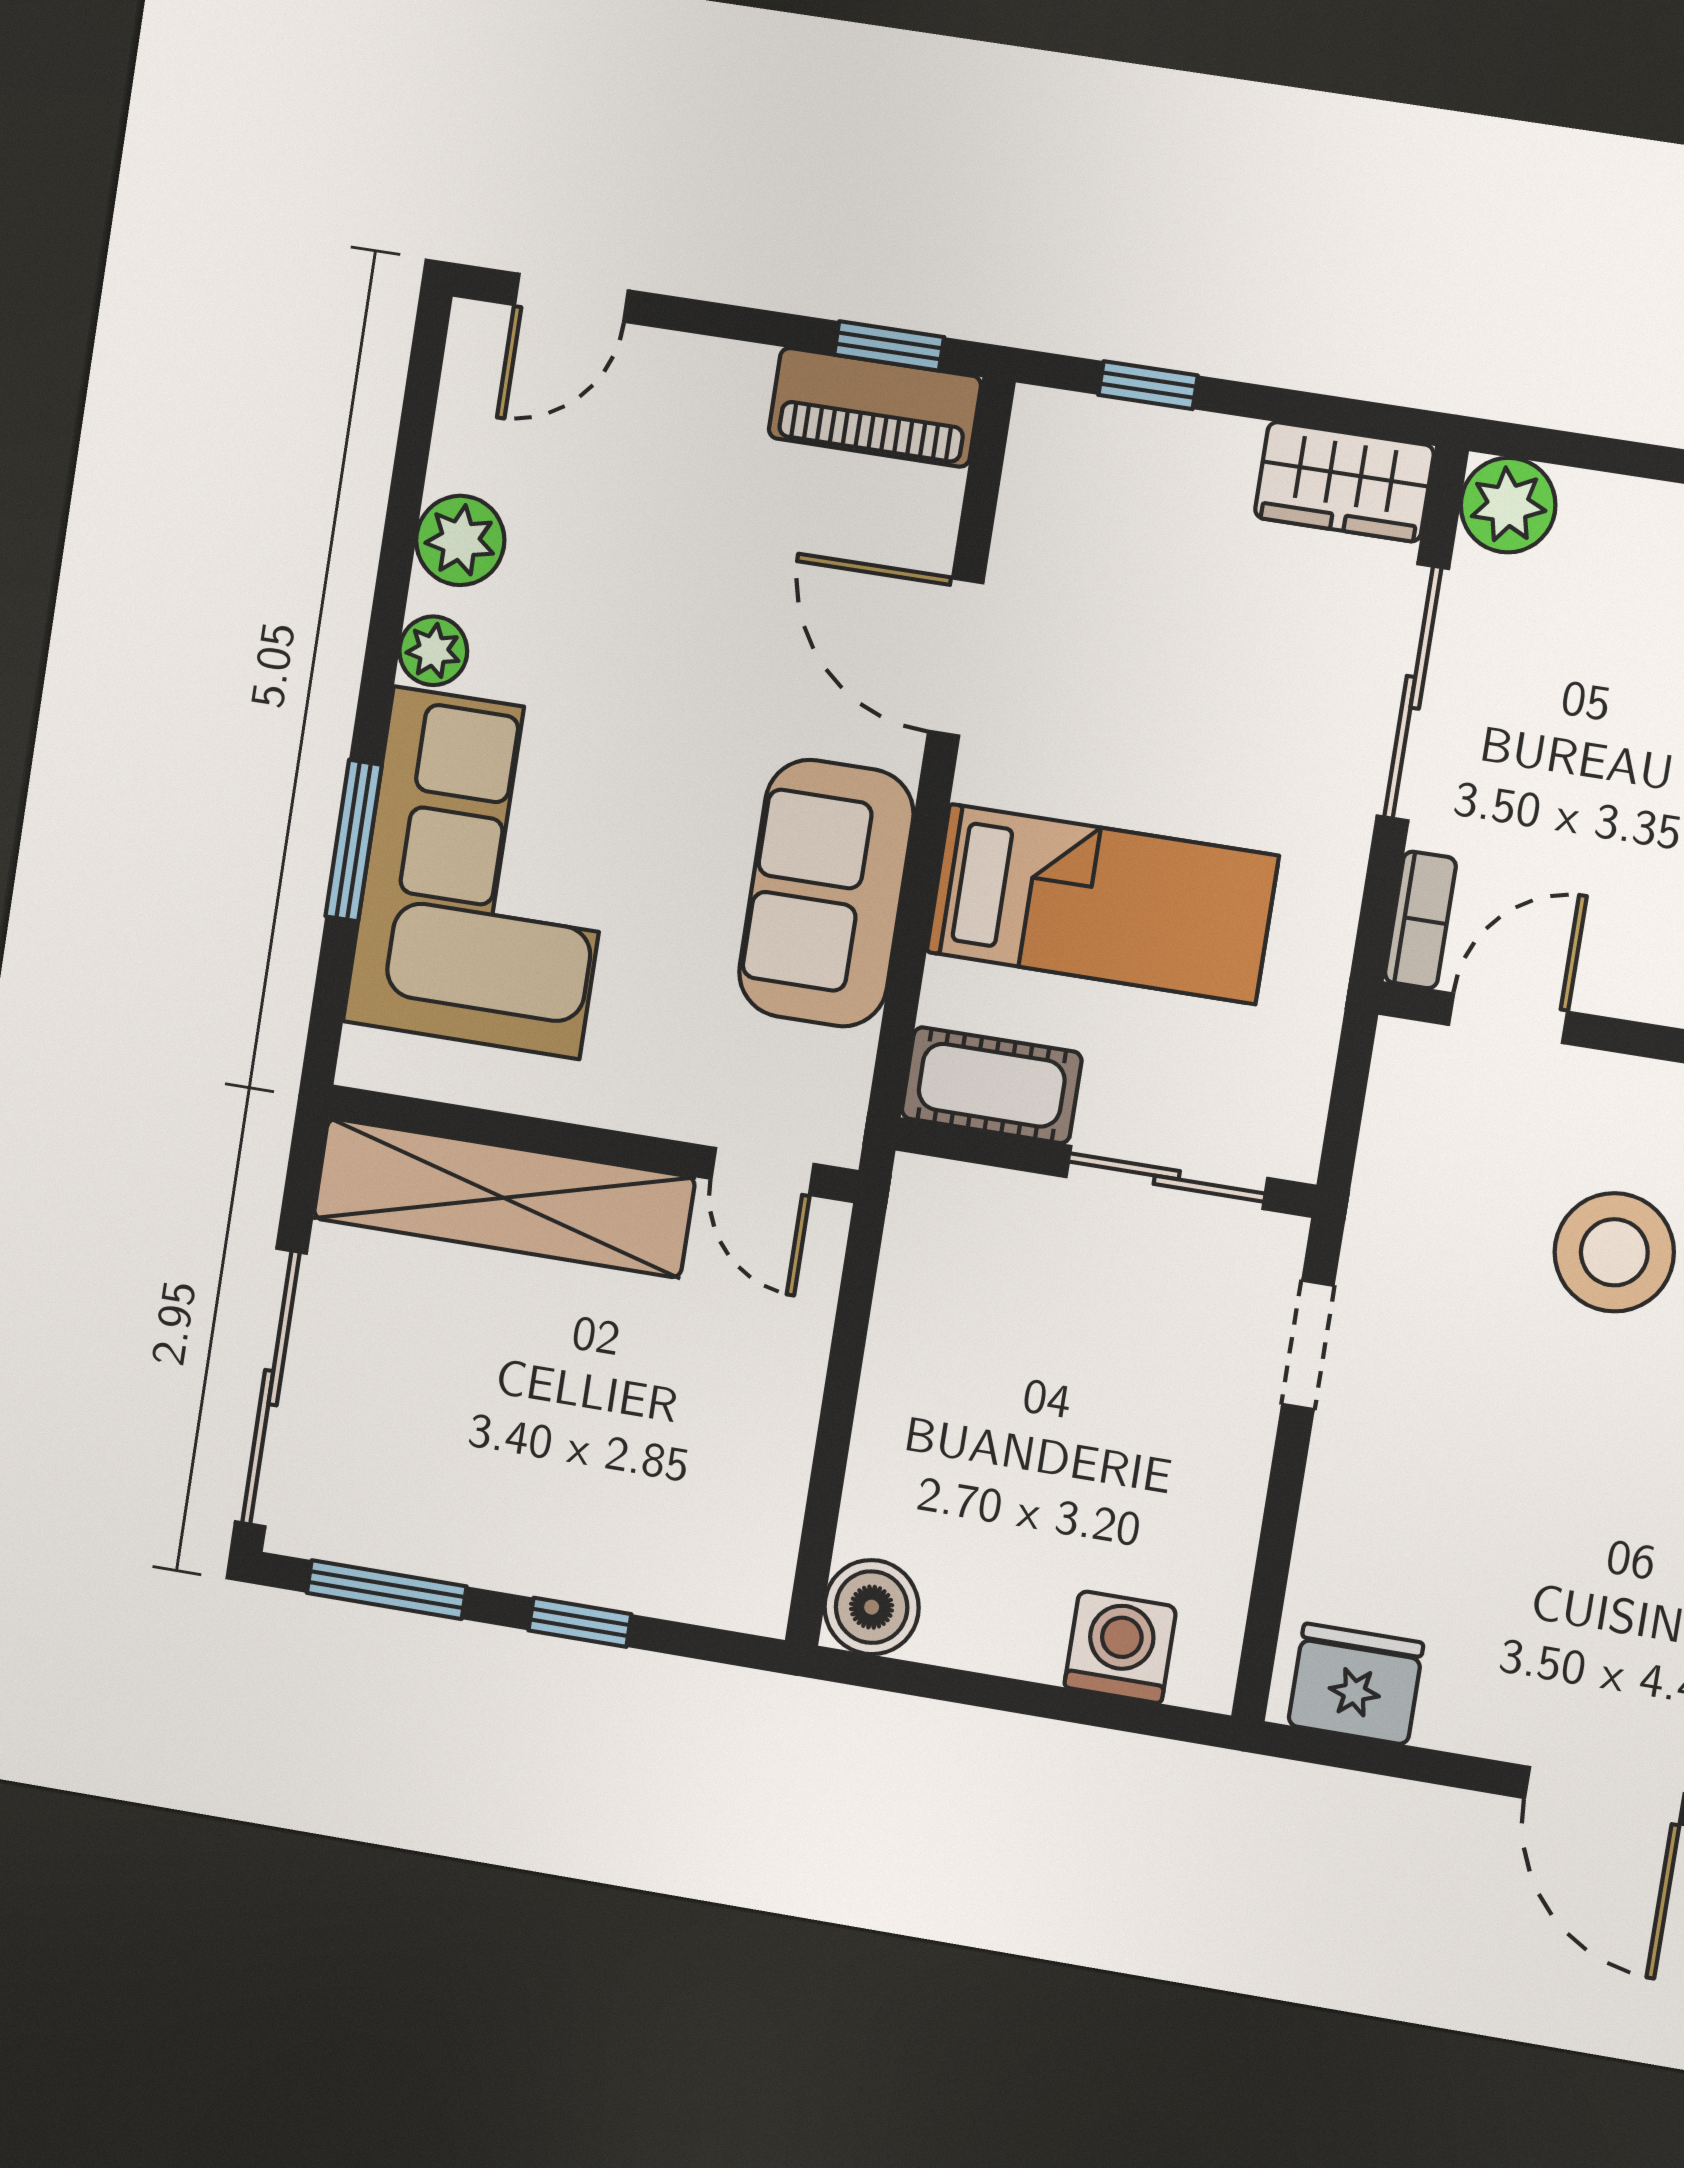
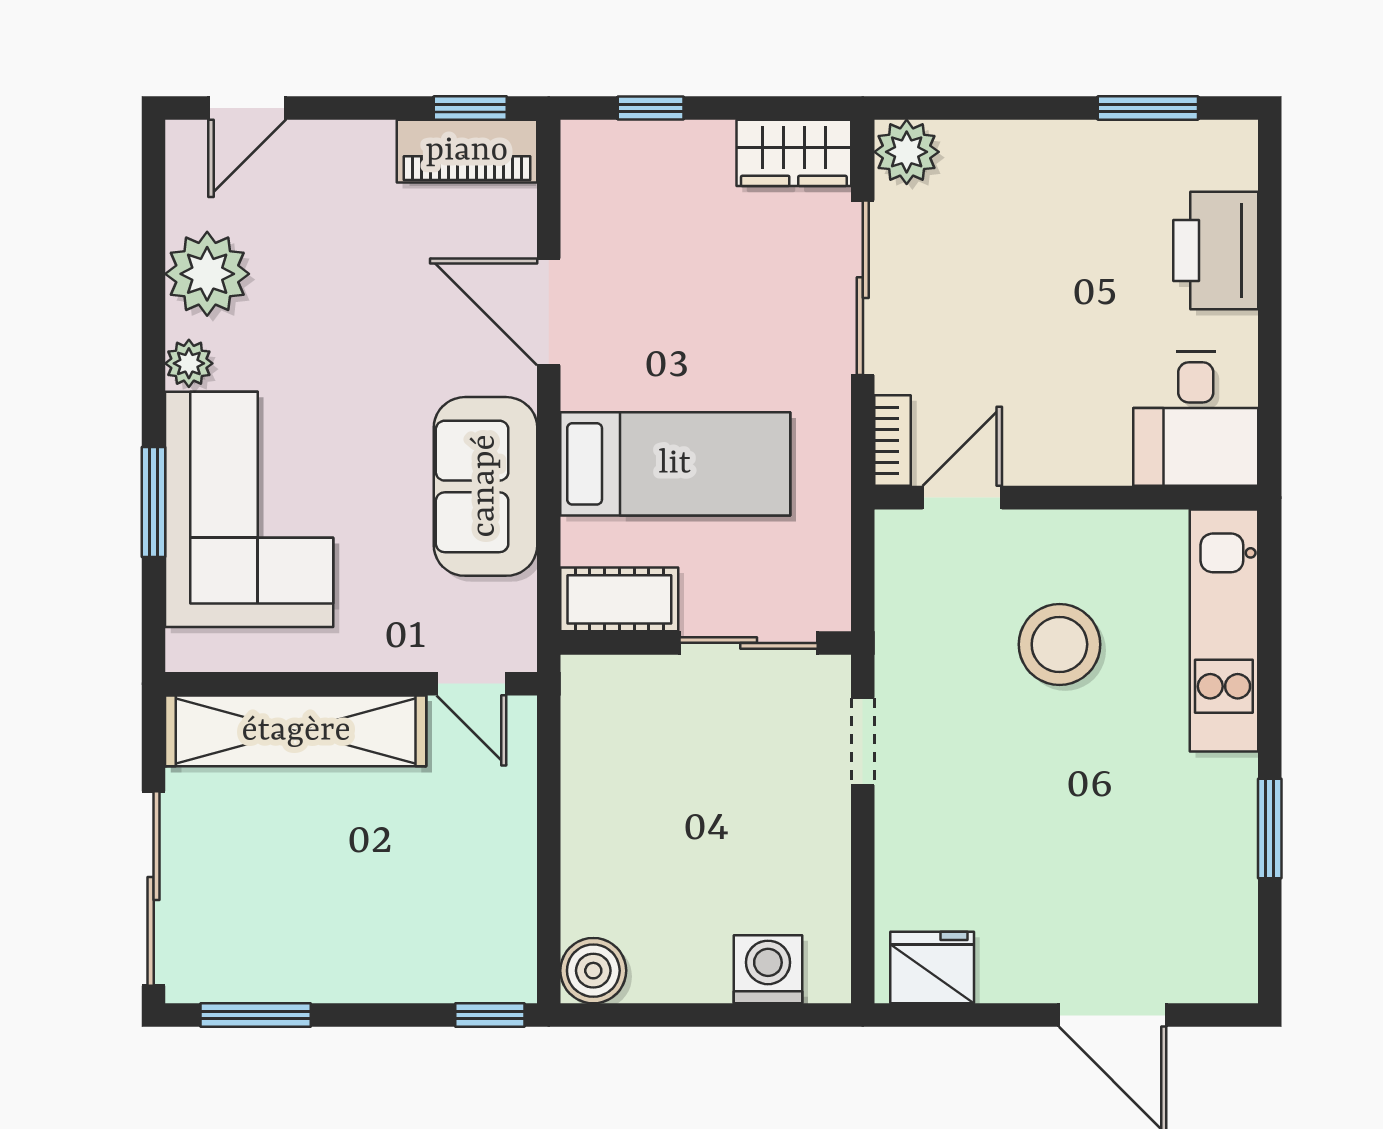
plant: (460, 540) -> (207, 274), width x1.36, depth x1.36
window: (580, 1622) -> (490, 1015), moved

